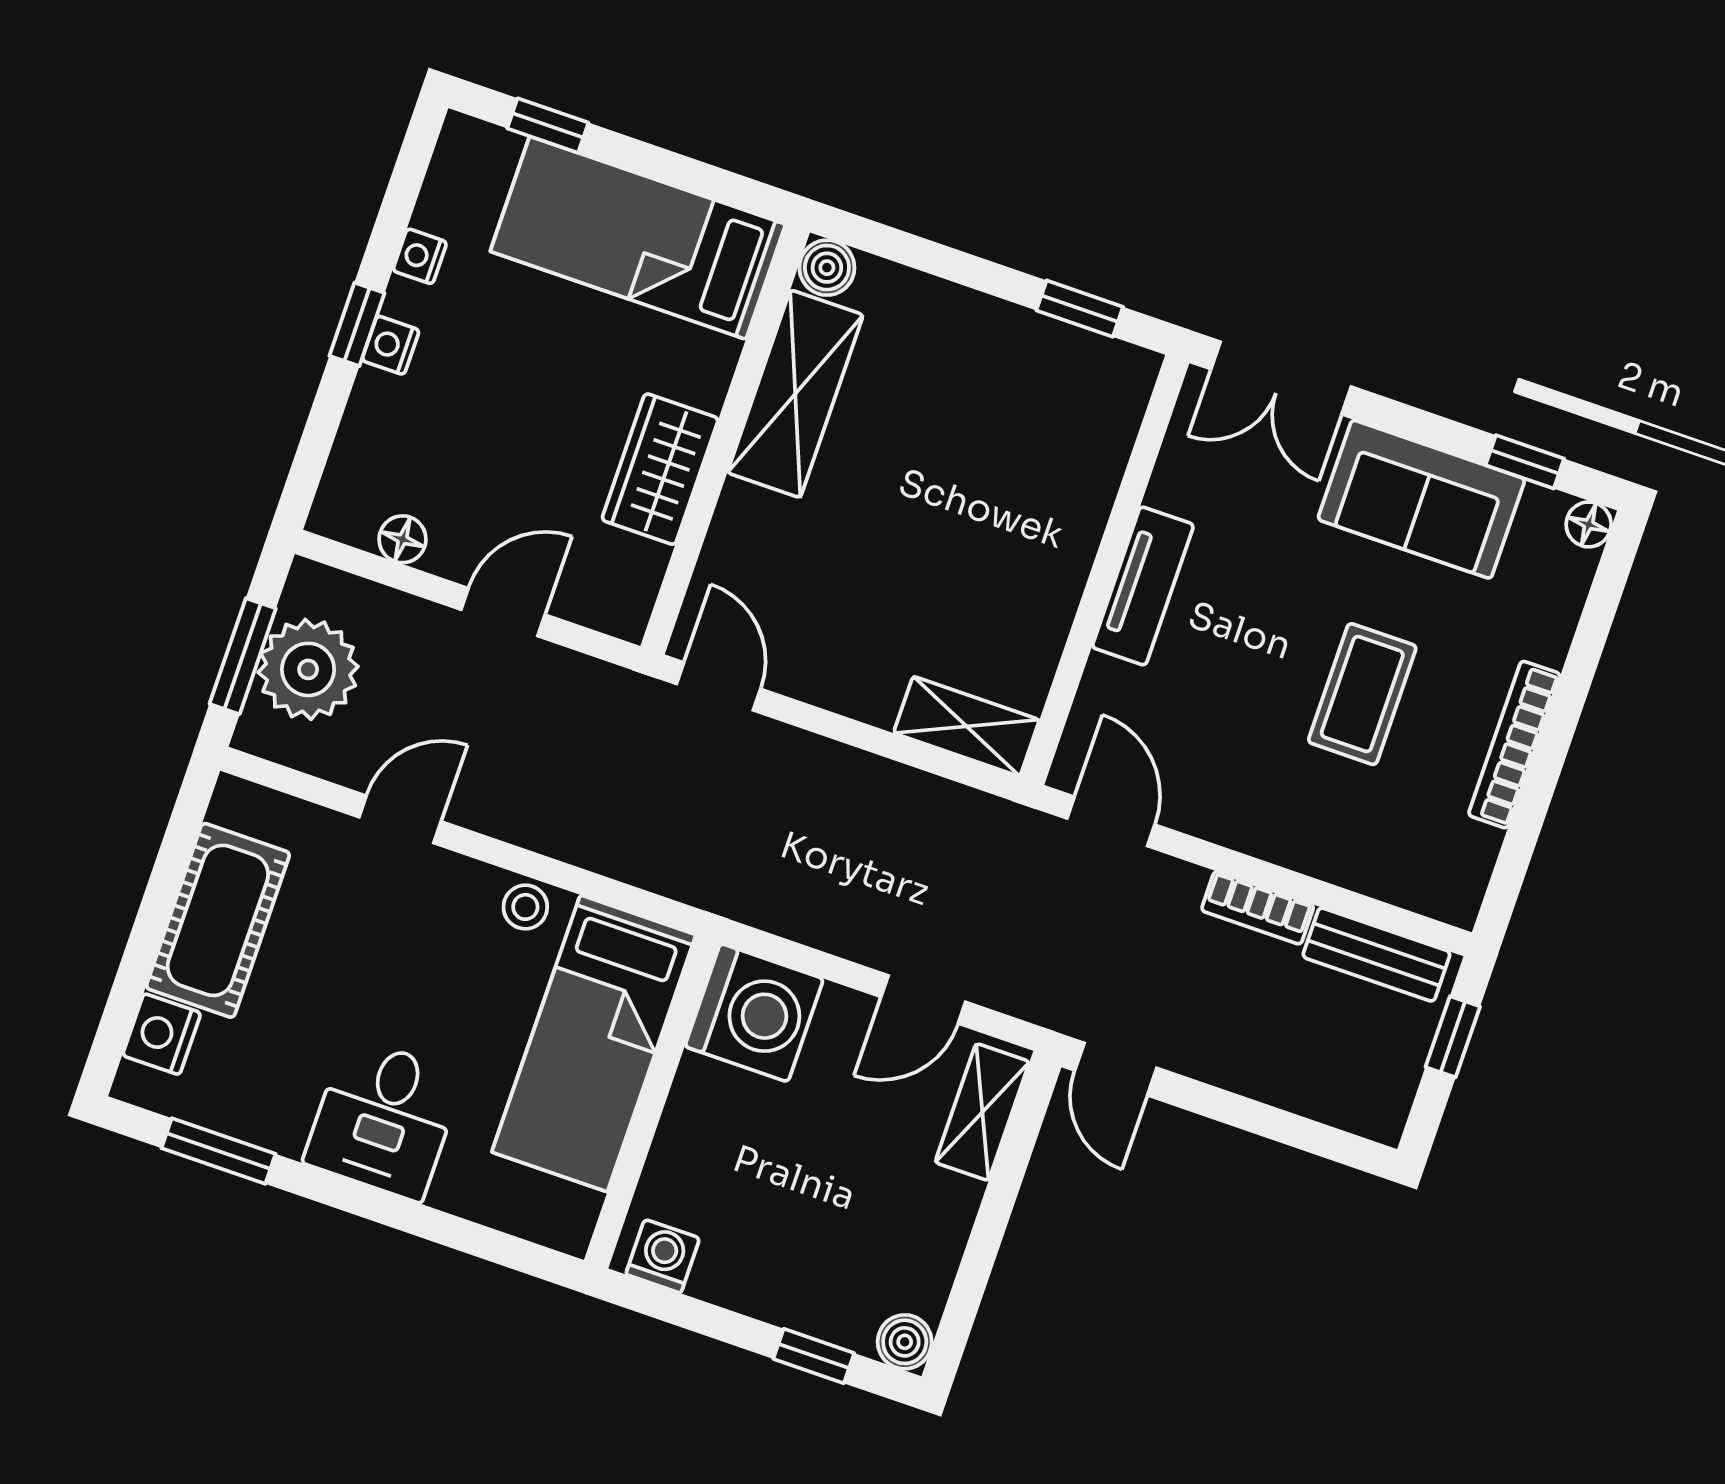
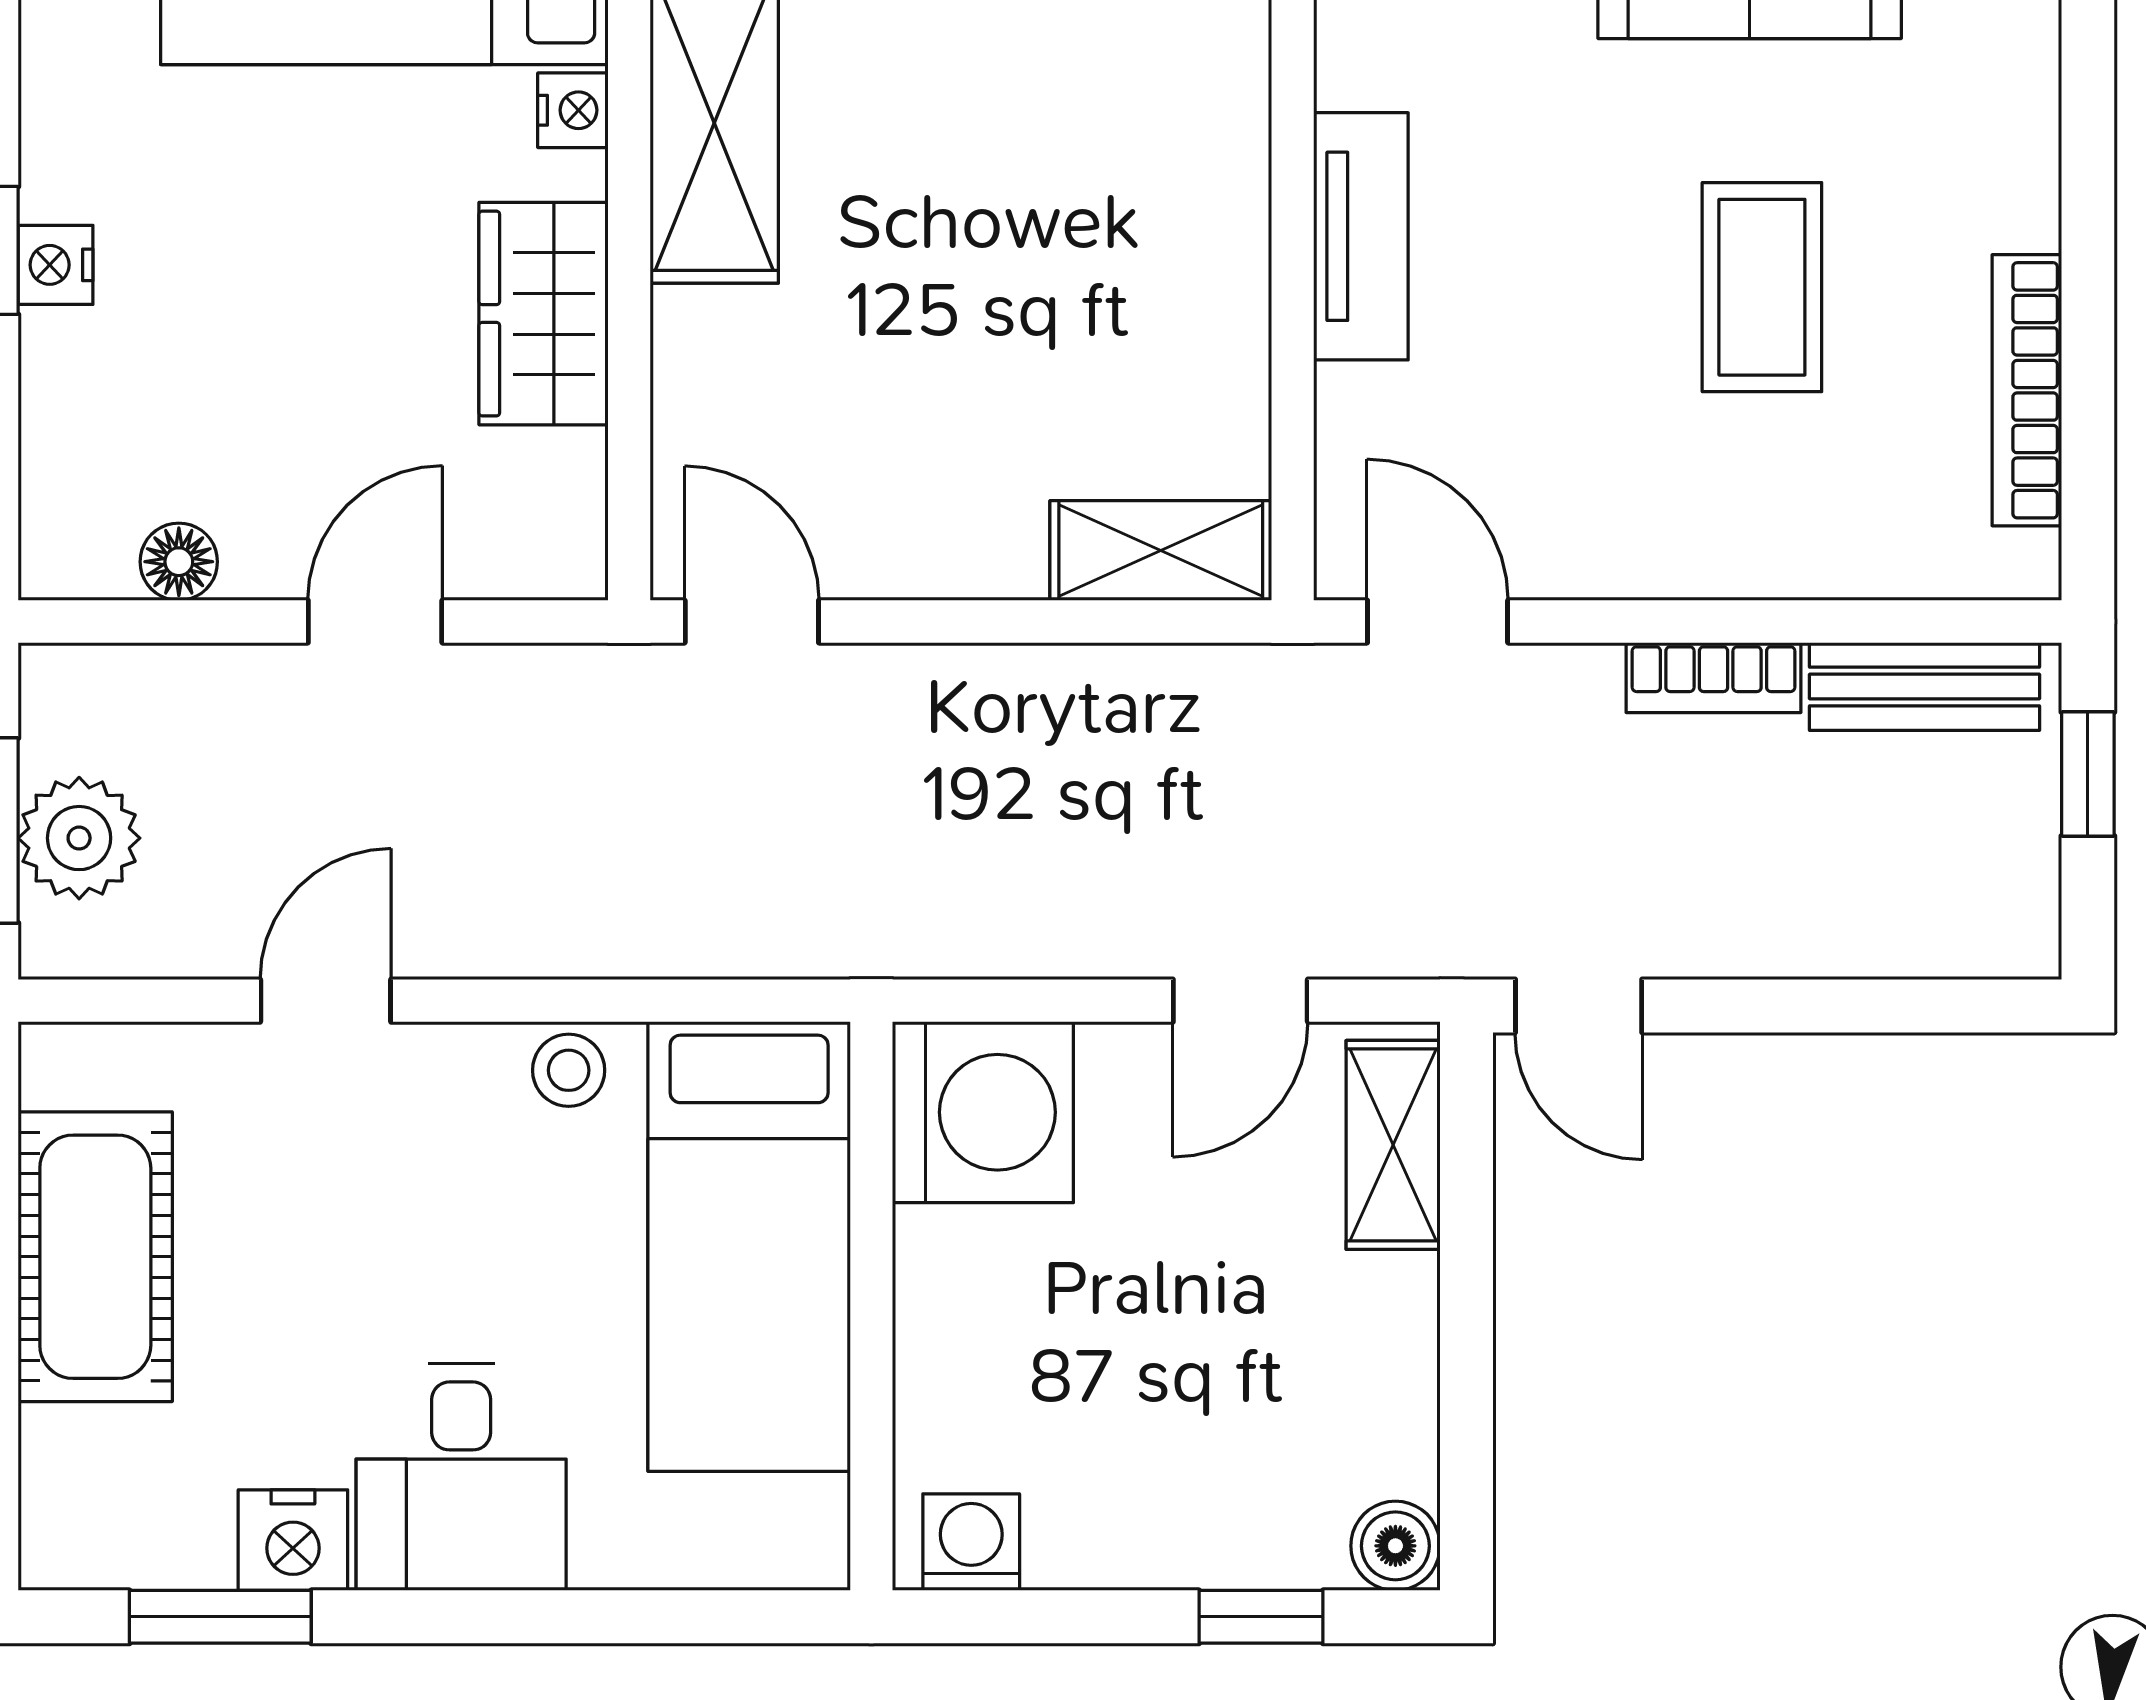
nightstand: (420, 256) -> (573, 110), moved, turned 180
plant: (308, 669) -> (79, 838), width x0.73, depth x0.73
bookcase: (1514, 745) -> (2027, 390), moved
nightstand: (162, 1034) -> (293, 1540), moved, turned -90

